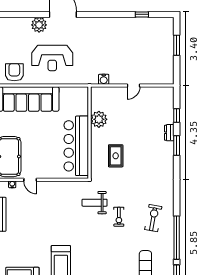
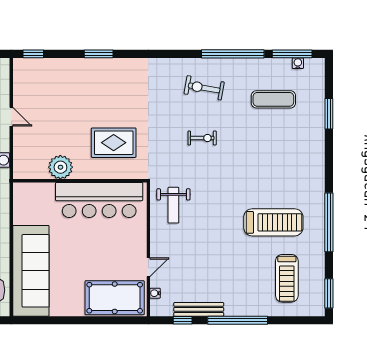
window: (177, 115) -> (33, 54), moved
dresser: (169, 133) -> (80, 65), removed
rug: (116, 156) -> (114, 143), width x1.36, depth x1.43
weight bench: (95, 203) -> (173, 205), moved

